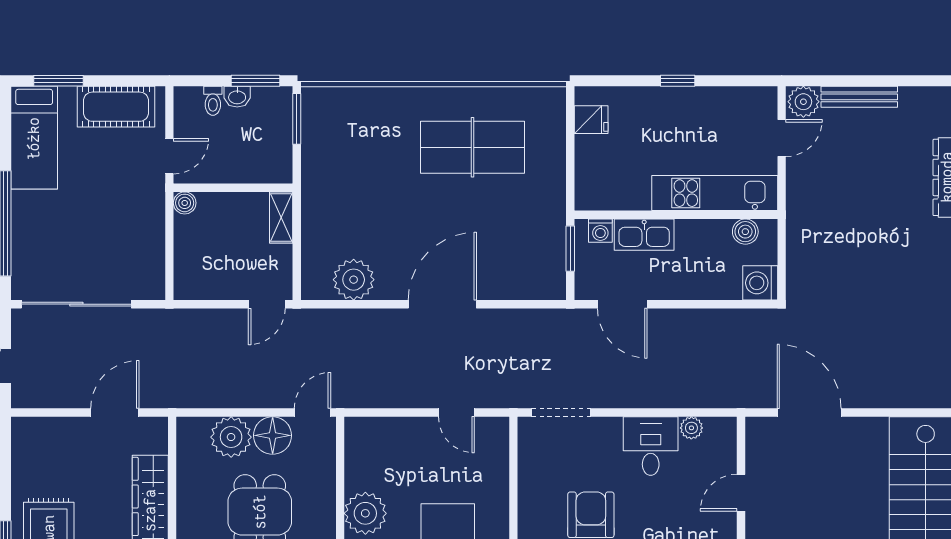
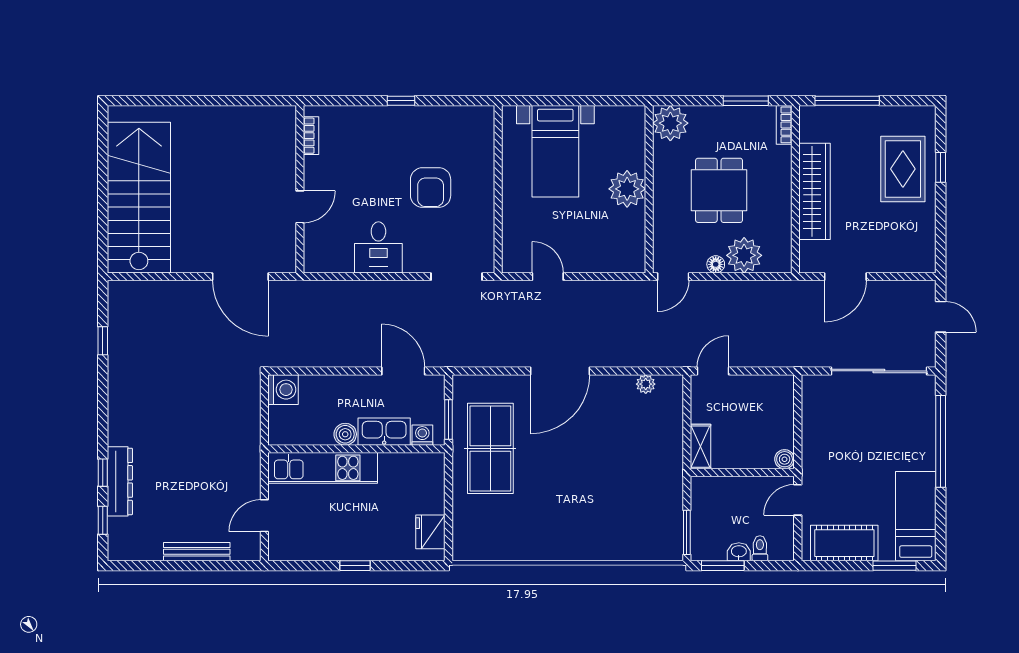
plant: (803, 102) -> (245, 547), removed
fridge: (591, 120) -> (430, 532), width x1.38
table tennis table: (473, 147) -> (490, 448), moved, turned 90
boiler: (745, 232) -> (345, 434), moved
plant: (354, 280) -> (646, 384), width x0.53, depth x0.53
plant: (691, 428) -> (343, 263), removed
floor lamp: (273, 435) -> (716, 264), width x0.53, depth x0.53

